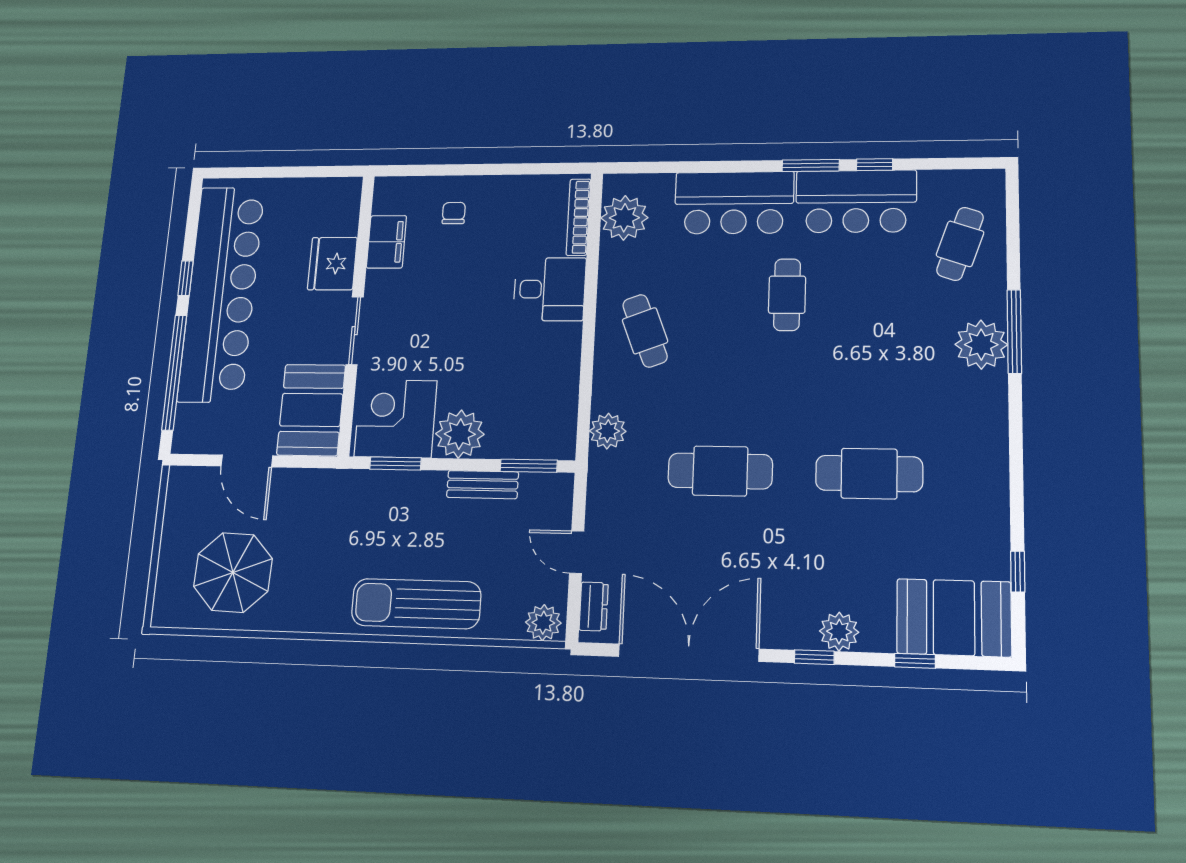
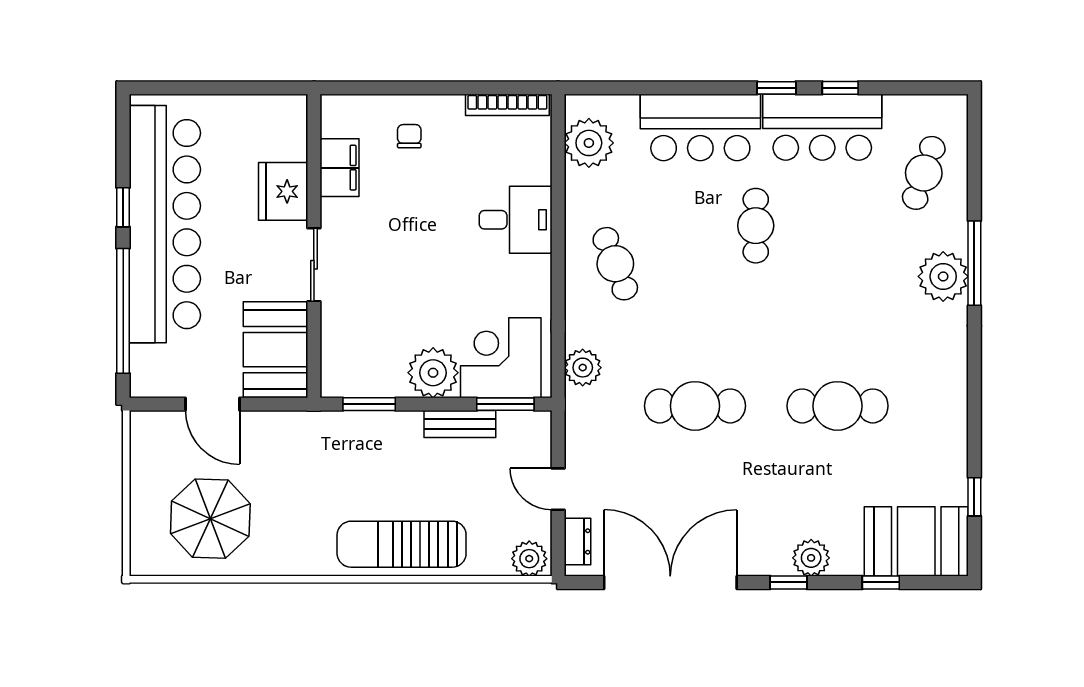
window: (811, 165) -> (777, 88), width x0.67
bookcase: (578, 217) -> (507, 105), moved, turned -90
corner desk: (396, 419) -> (501, 358), moved

